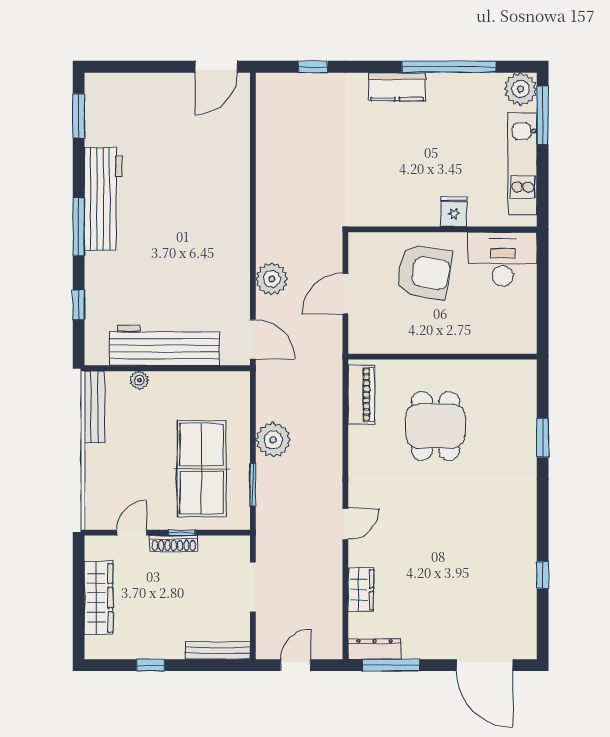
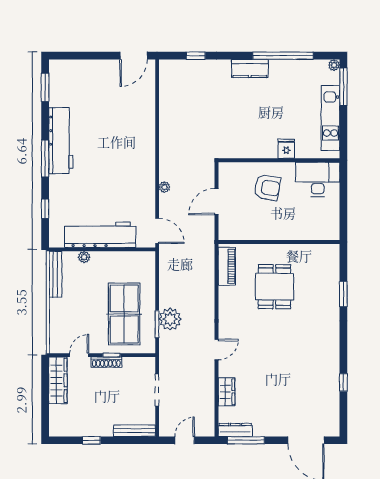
plant: (520, 89) -> (334, 65), width x0.53, depth x0.53
armchair: (424, 272) -> (267, 188), width x0.73, depth x0.73
plant: (272, 279) -> (164, 187), width x0.53, depth x0.53
plant: (273, 440) -> (170, 319), moved
wardrobe: (98, 598) -> (58, 380), moved

